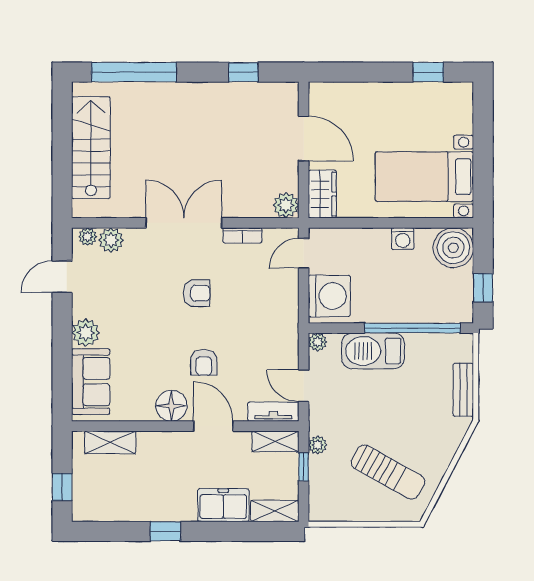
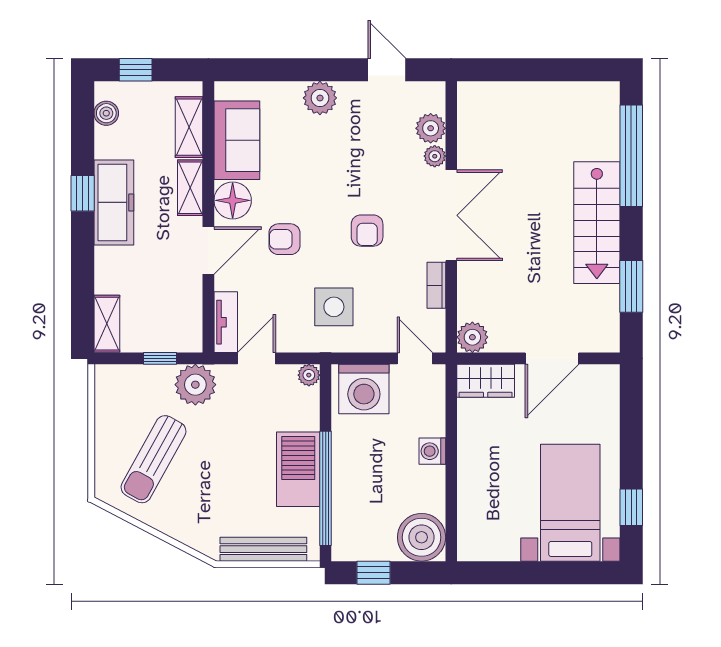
window: (243, 72) -> (631, 286), width x1.50
stairs: (91, 148) -> (597, 223), moved, turned 90
bed with nightstands: (424, 177) -> (570, 503), moved
plant: (88, 237) -> (435, 156), moved
washing machine: (403, 239) -> (432, 451), moved
side table: (260, 321) -> (334, 307), added
barbecue: (373, 351) -> (298, 469), moved
sofa: (91, 382) -> (237, 140), moved, turned -90
bench: (463, 390) -> (263, 549), width x1.36
shelving: (276, 441) -> (190, 188), moved
plant: (318, 445) -> (195, 385), width x1.88, depth x1.88
freezer: (223, 505) -> (114, 202), moved, width x1.40
boiler: (98, 512) -> (106, 113), added

